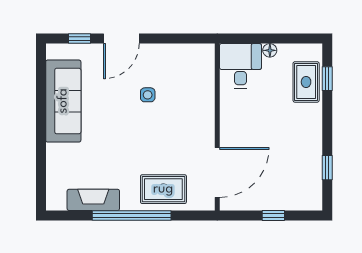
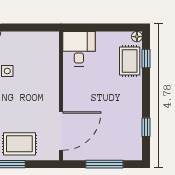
floor lamp: (270, 50) -> (137, 37), moved
window: (273, 215) -> (104, 164), width x2.17

